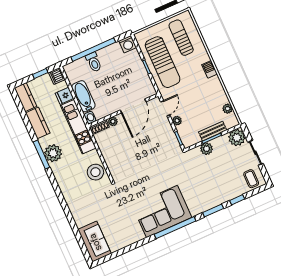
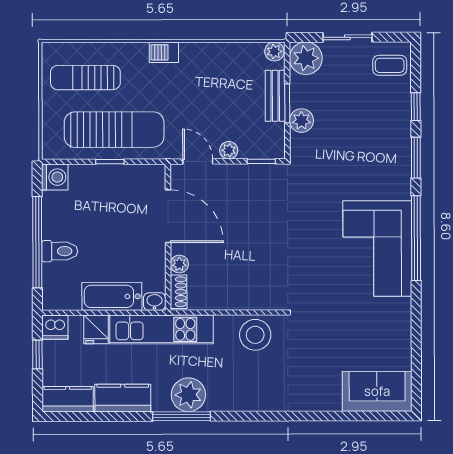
plant: (228, 109) -> (274, 52), moved

